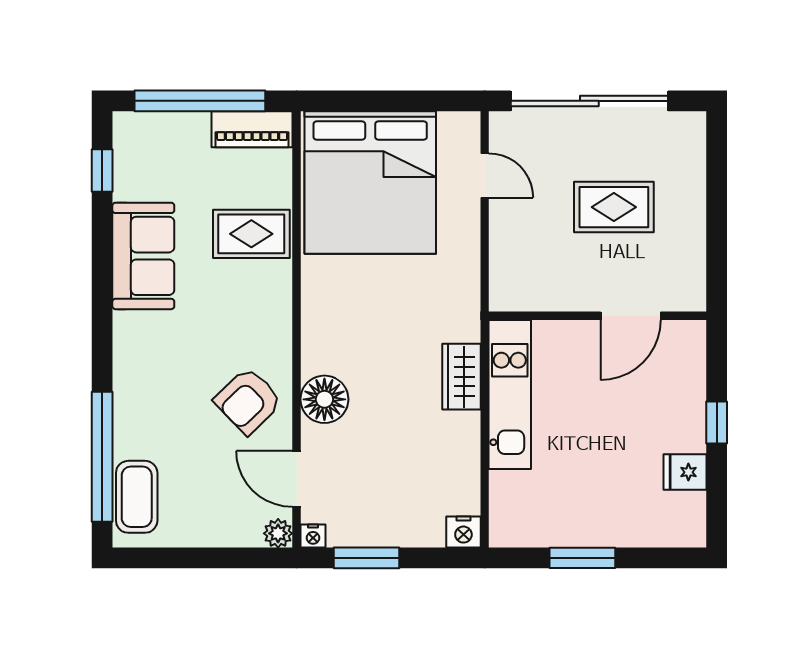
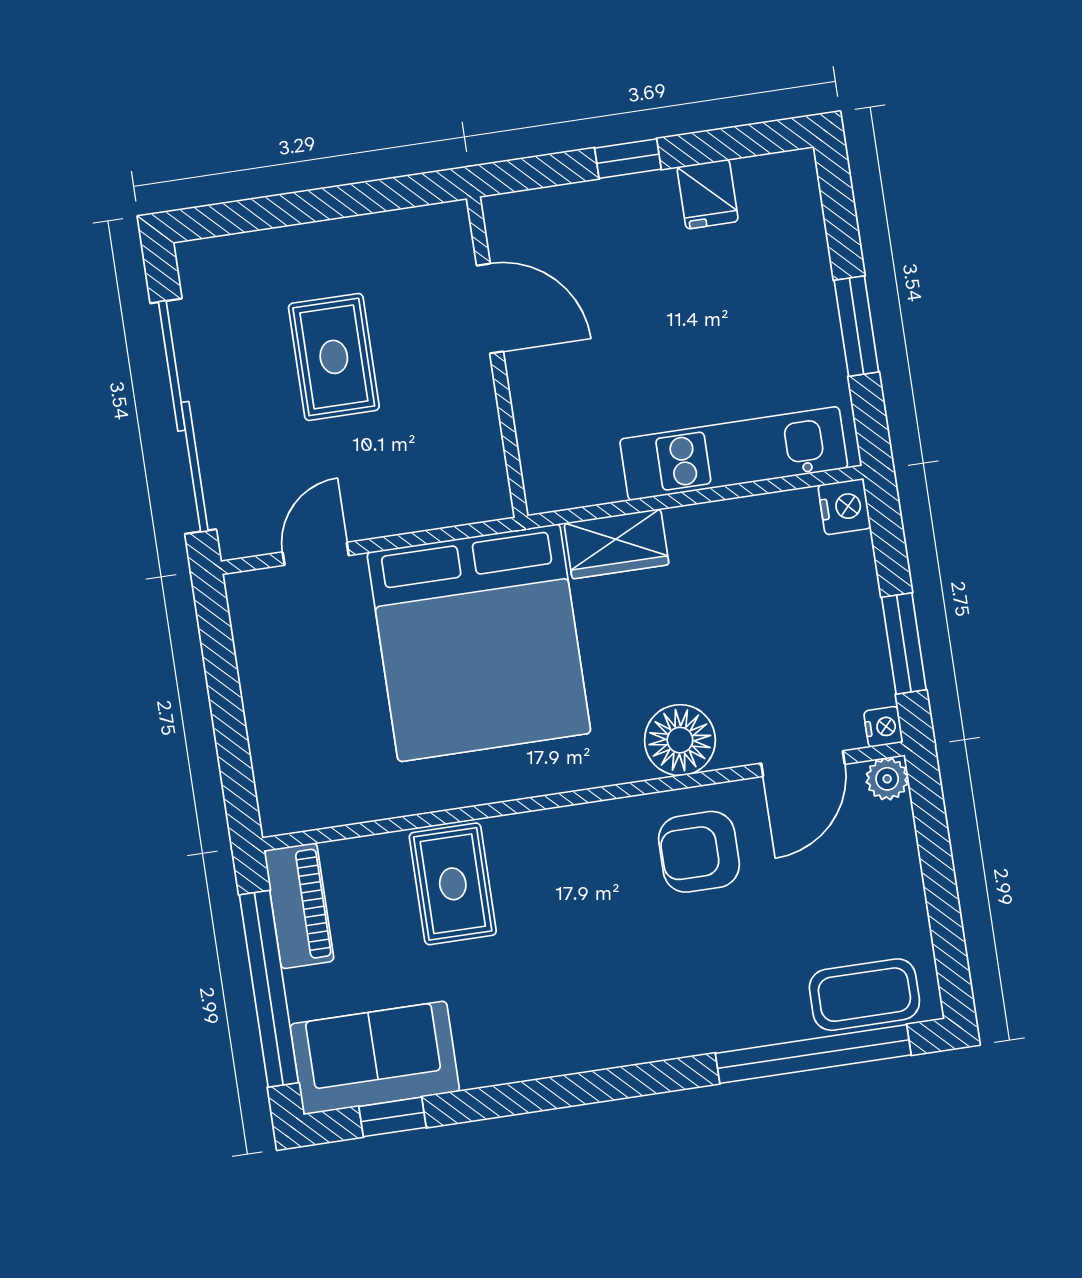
bed: (370, 183) -> (479, 643), moved, turned 90
sofa: (143, 256) -> (375, 1058), moved
kitchen unit: (510, 395) -> (734, 454), moved
armchair: (248, 401) -> (699, 852), turned 134

